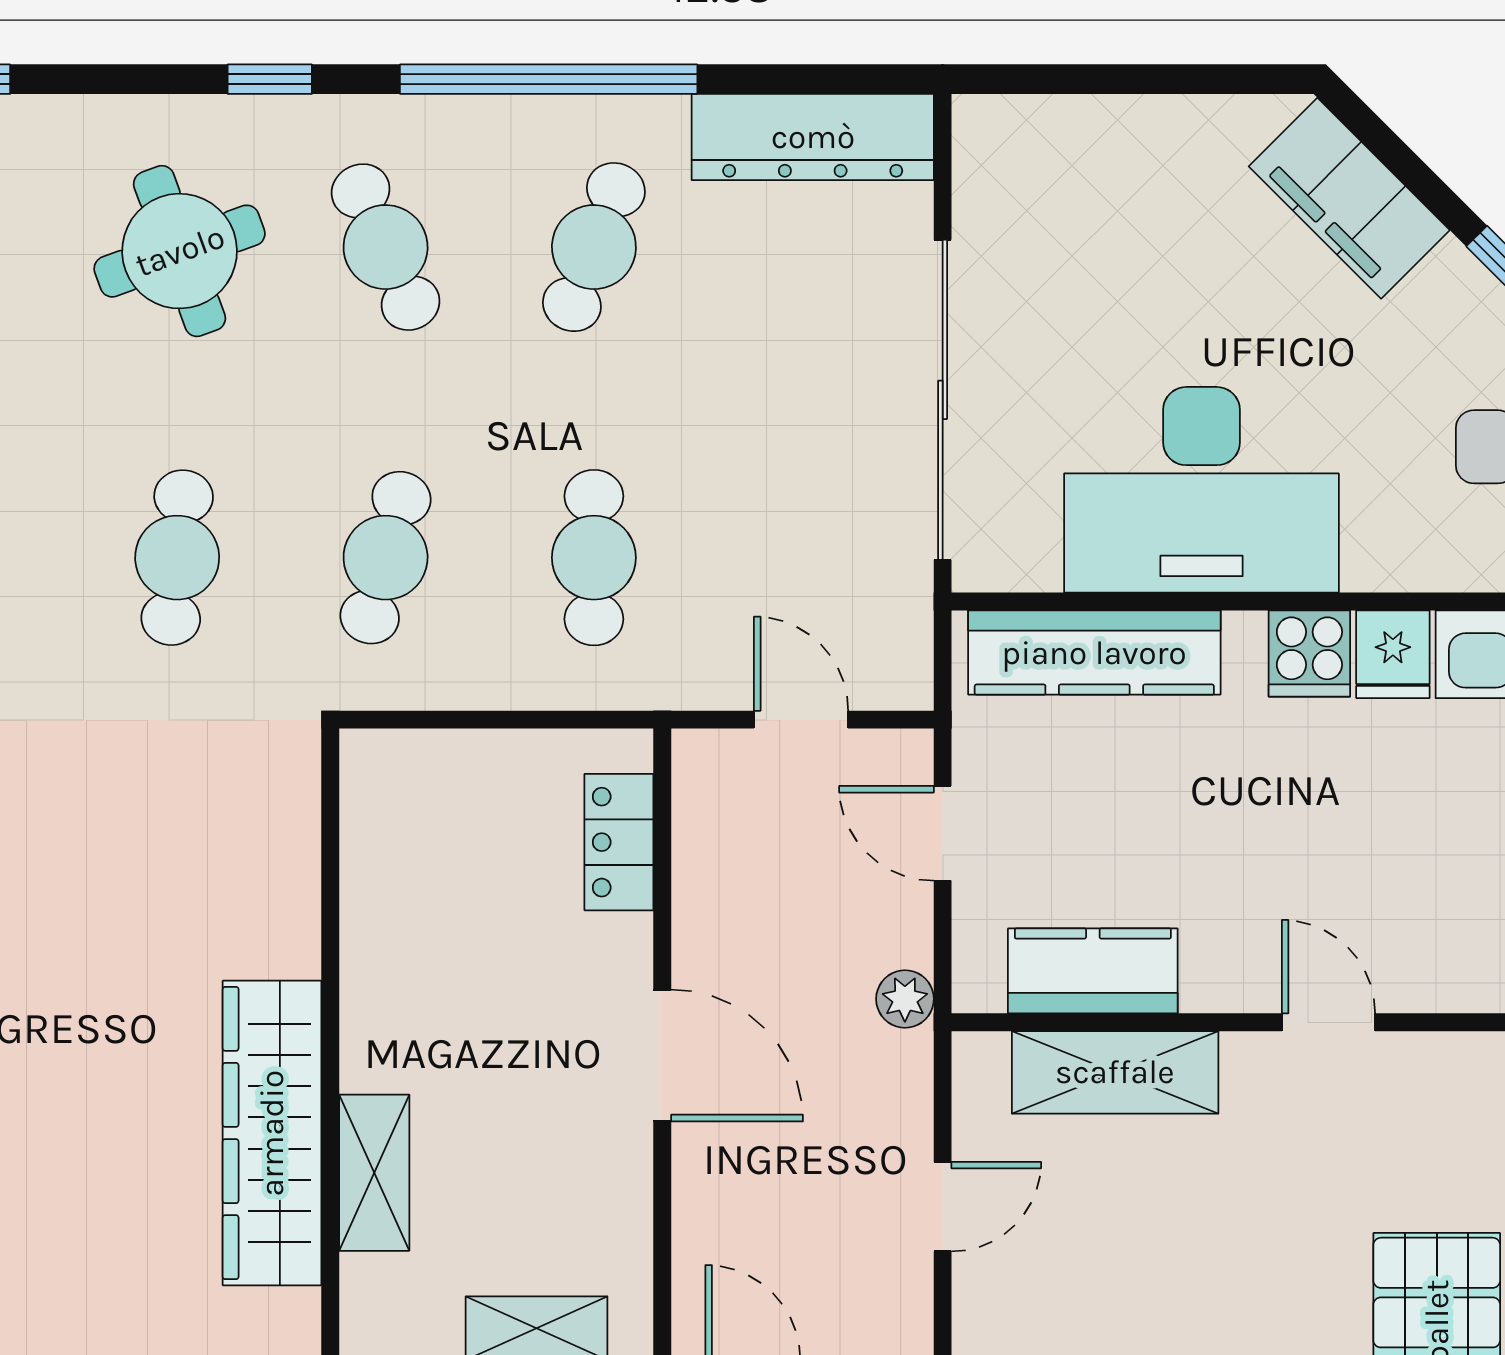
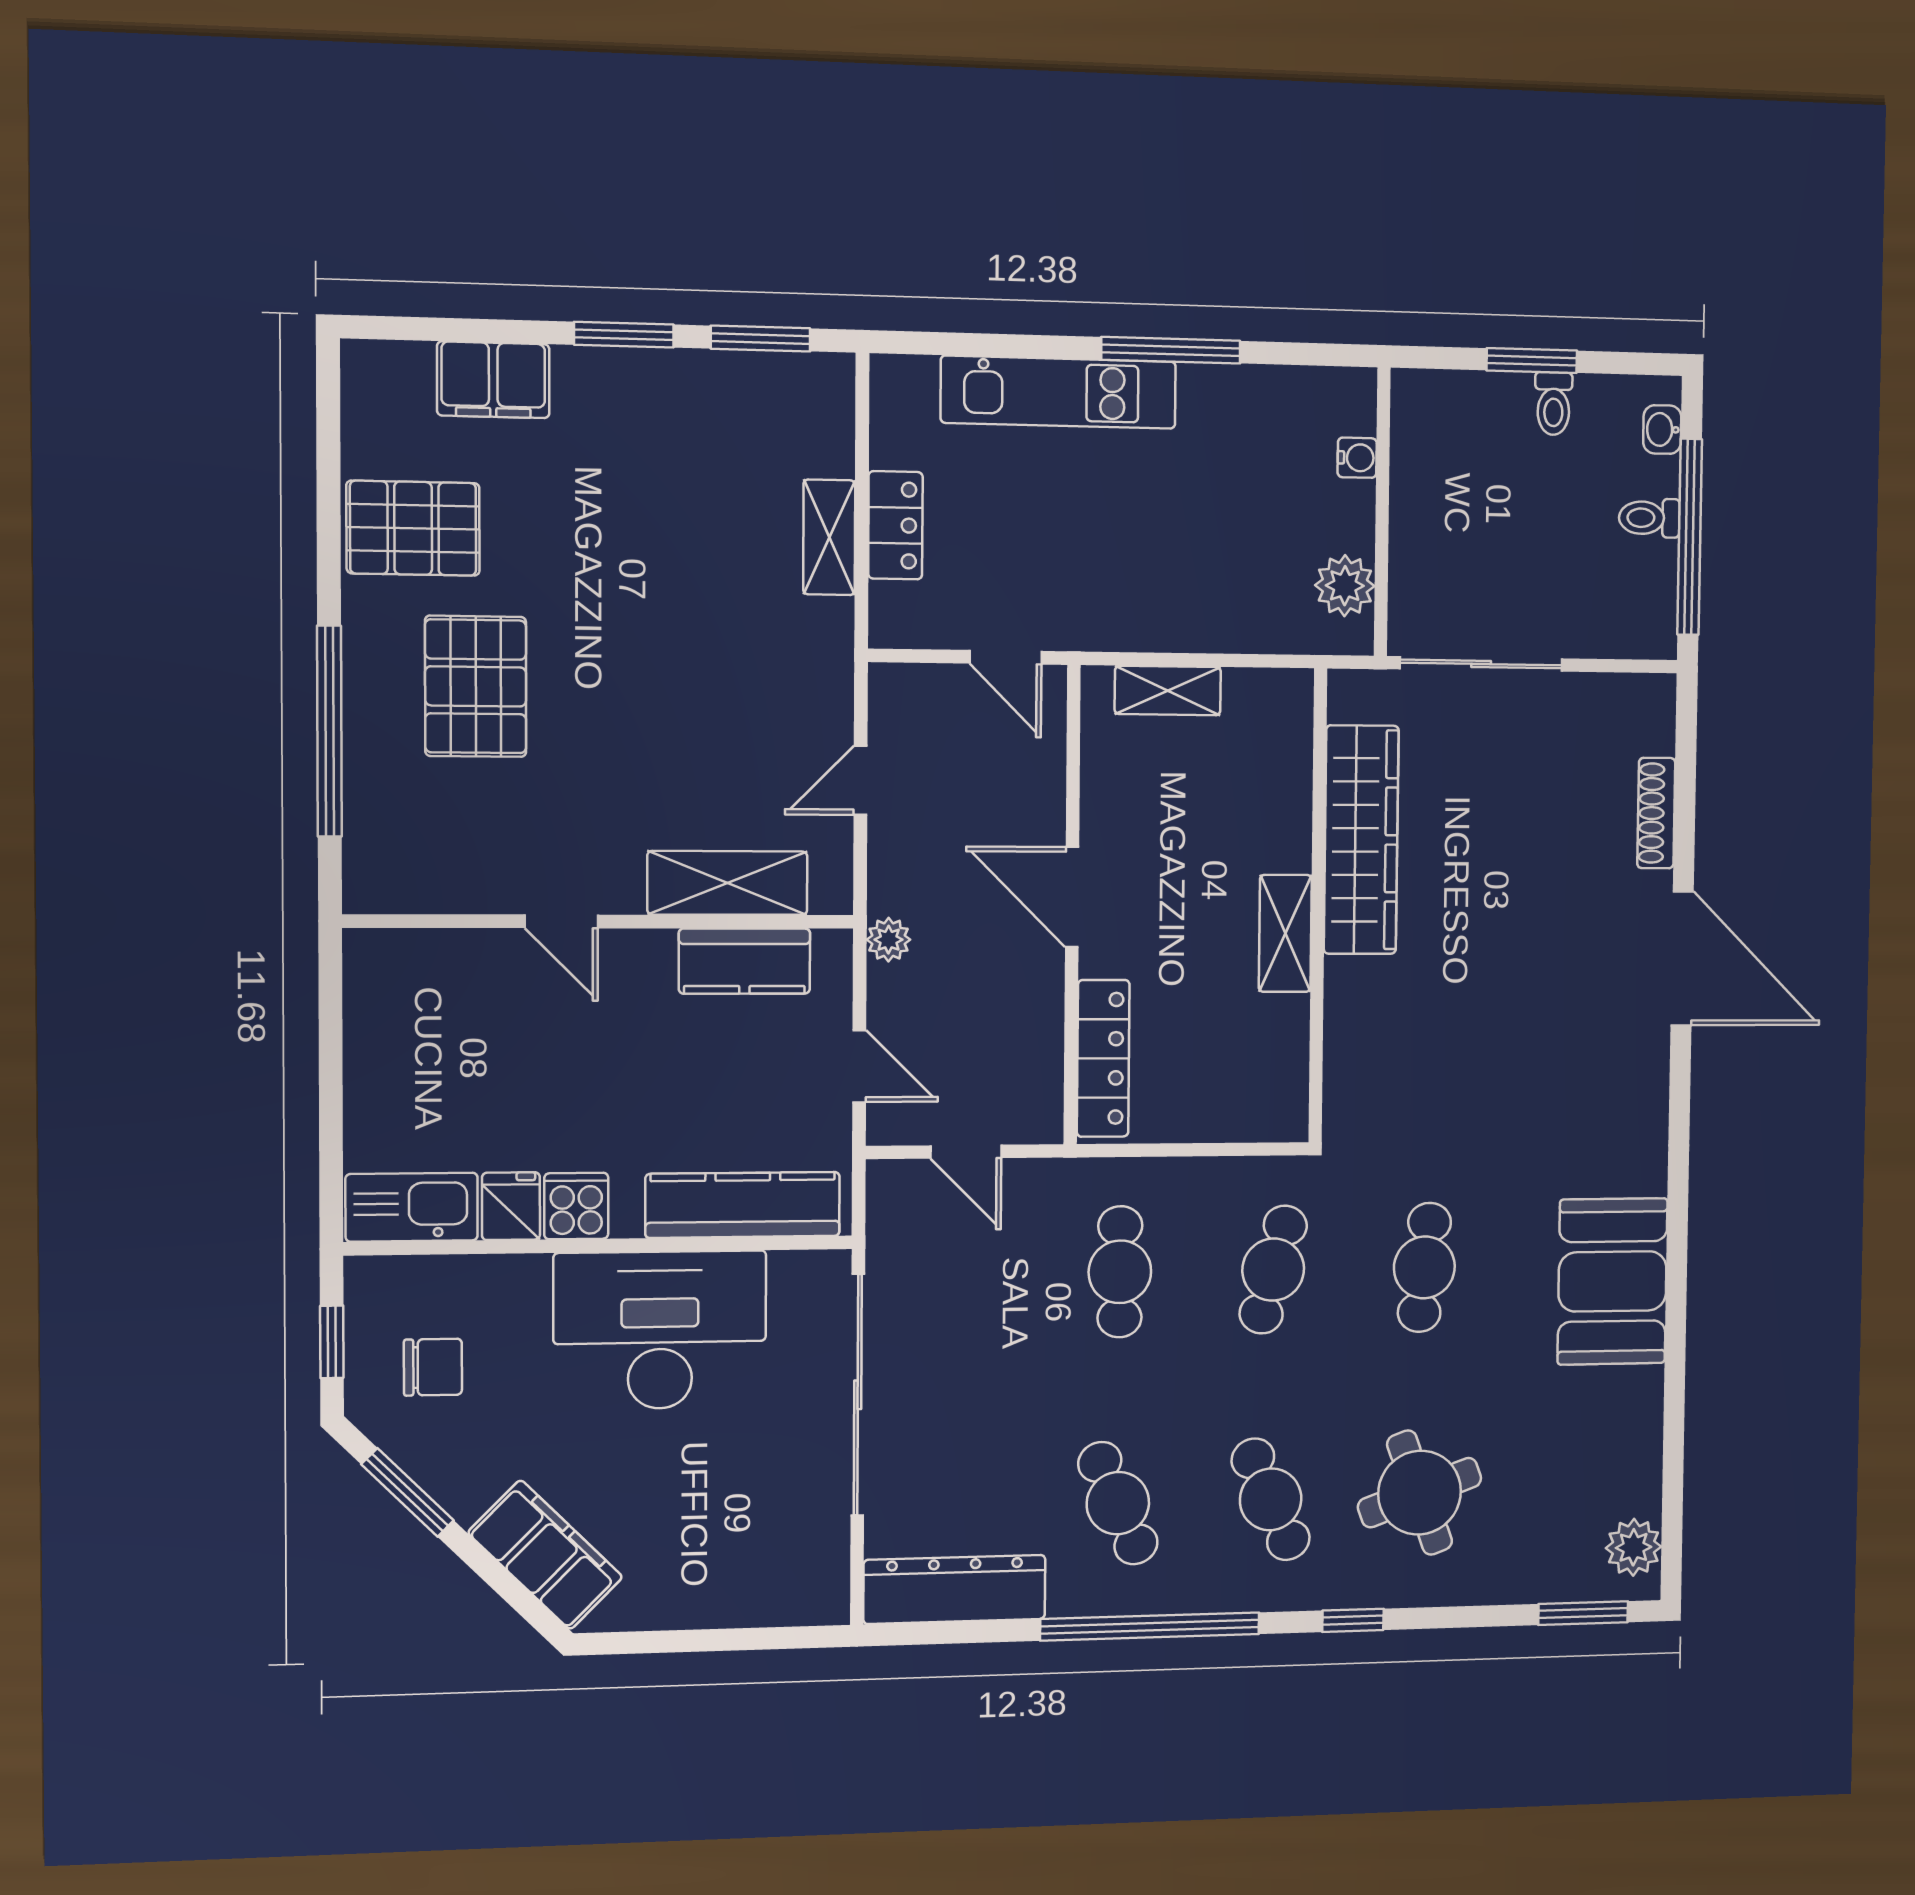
cafe table: (594, 247) -> (1118, 1503), turned -45
locker: (619, 842) -> (1103, 1058), width x1.53
shelving: (374, 1173) -> (1285, 933), moved

